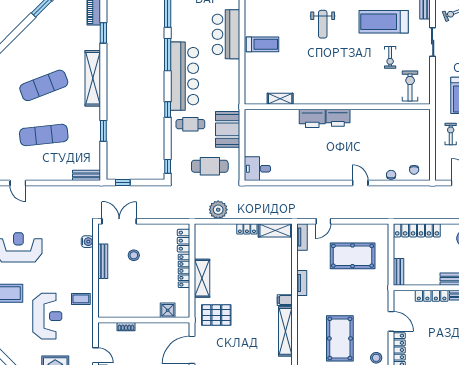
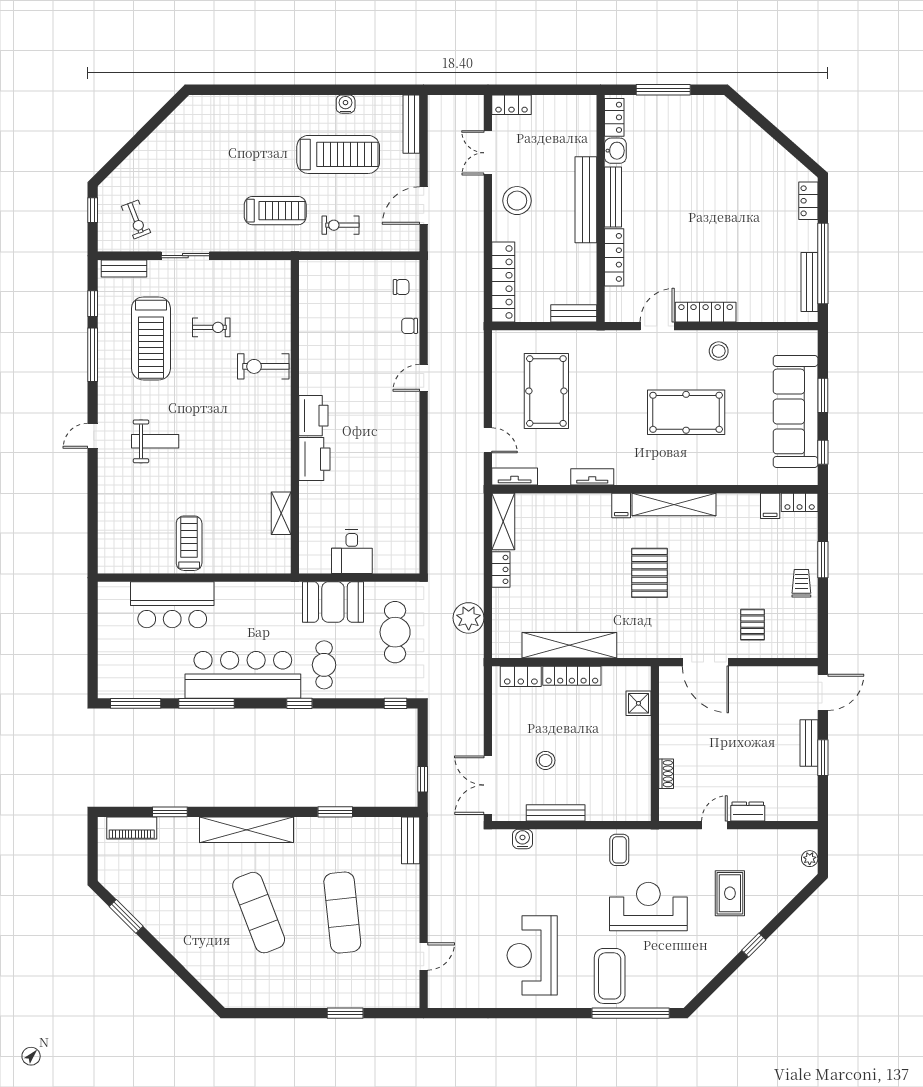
exercise bike: (410, 86) -> (263, 366), moved
desk: (257, 169) -> (352, 552), moved
shelving: (202, 278) -> (569, 645), width x1.47
pallet: (216, 315) -> (649, 573), moved

